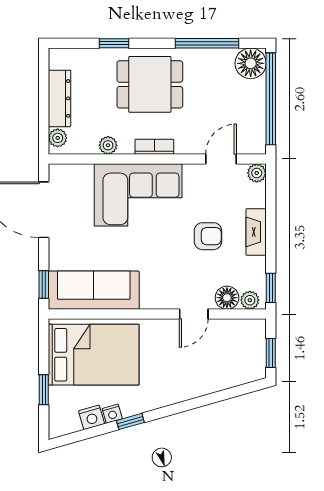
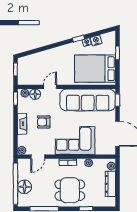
floor lamp: (251, 63) -> (24, 187), moved
sofa: (94, 290) -> (88, 100), width x1.36, depth x1.27

